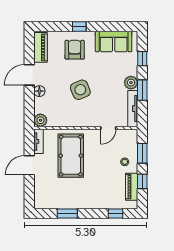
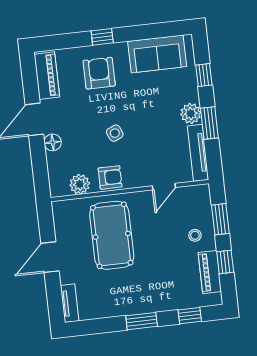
side table: (80, 90) -> (115, 133), width x0.54, depth x0.54
armchair: (74, 118) -> (110, 177), added
plant: (40, 120) -> (80, 184), moved
tv unit: (39, 141) -> (70, 303), moved
window: (67, 213) -> (142, 321), moved

